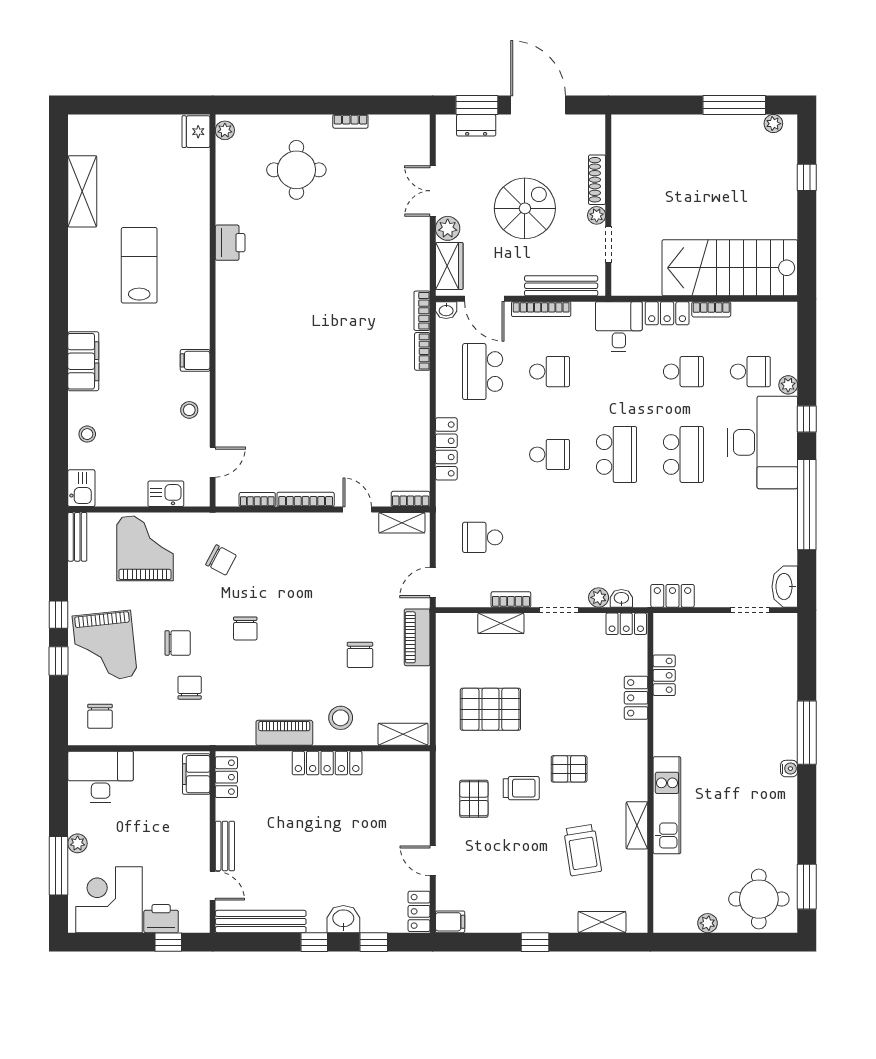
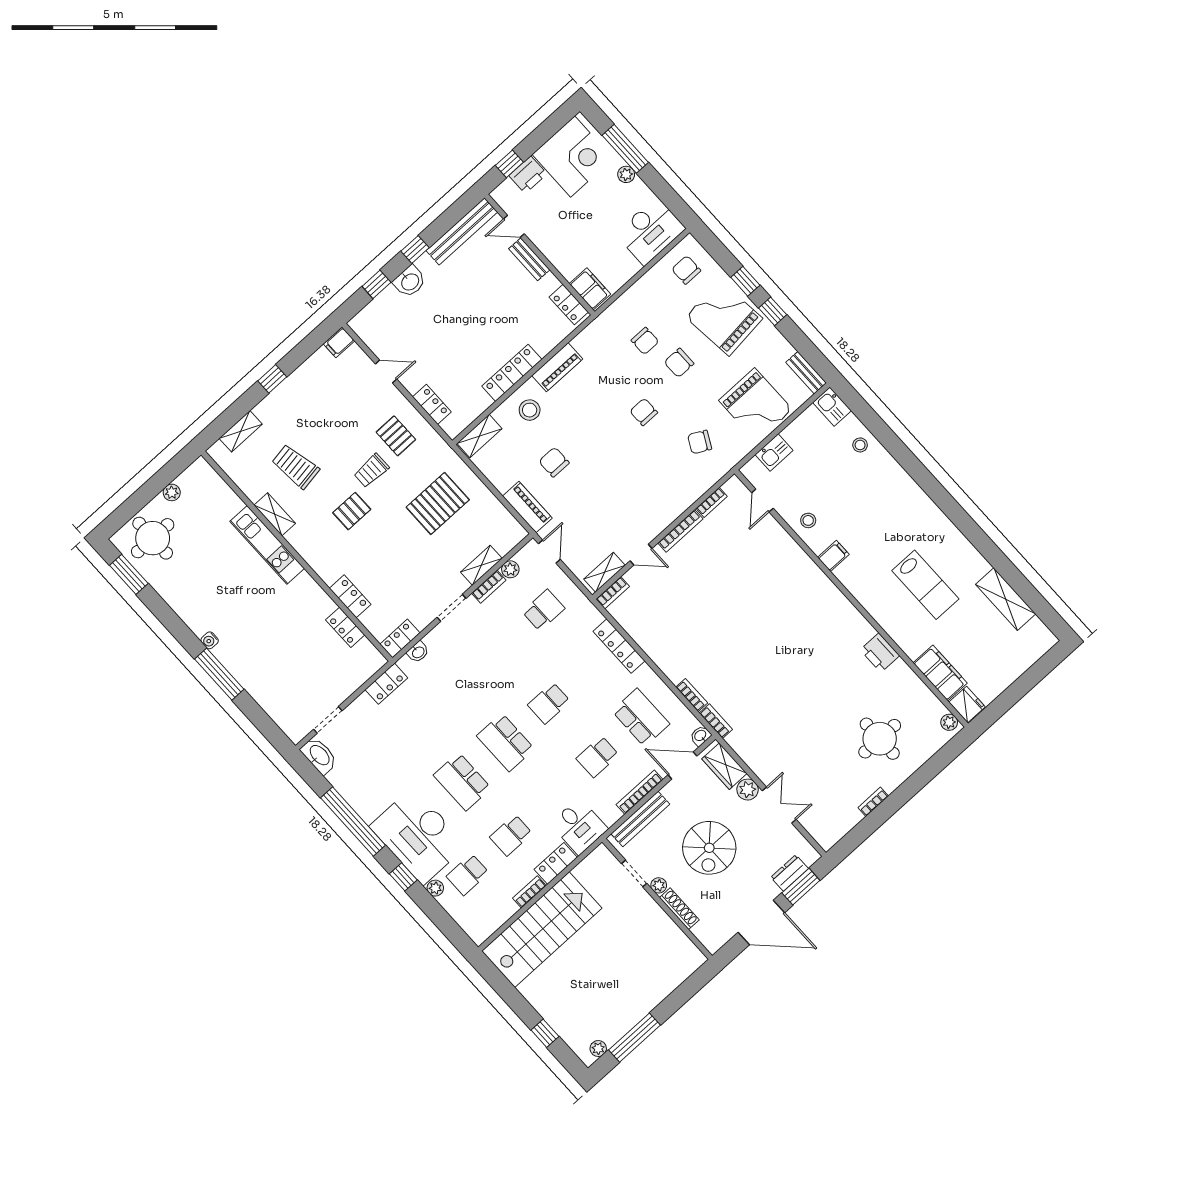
filing cabinet: (83, 361) -> (940, 673), moved, turned 180
plant: (599, 597) -> (510, 569), moved
locker: (419, 911) -> (432, 404), moved

